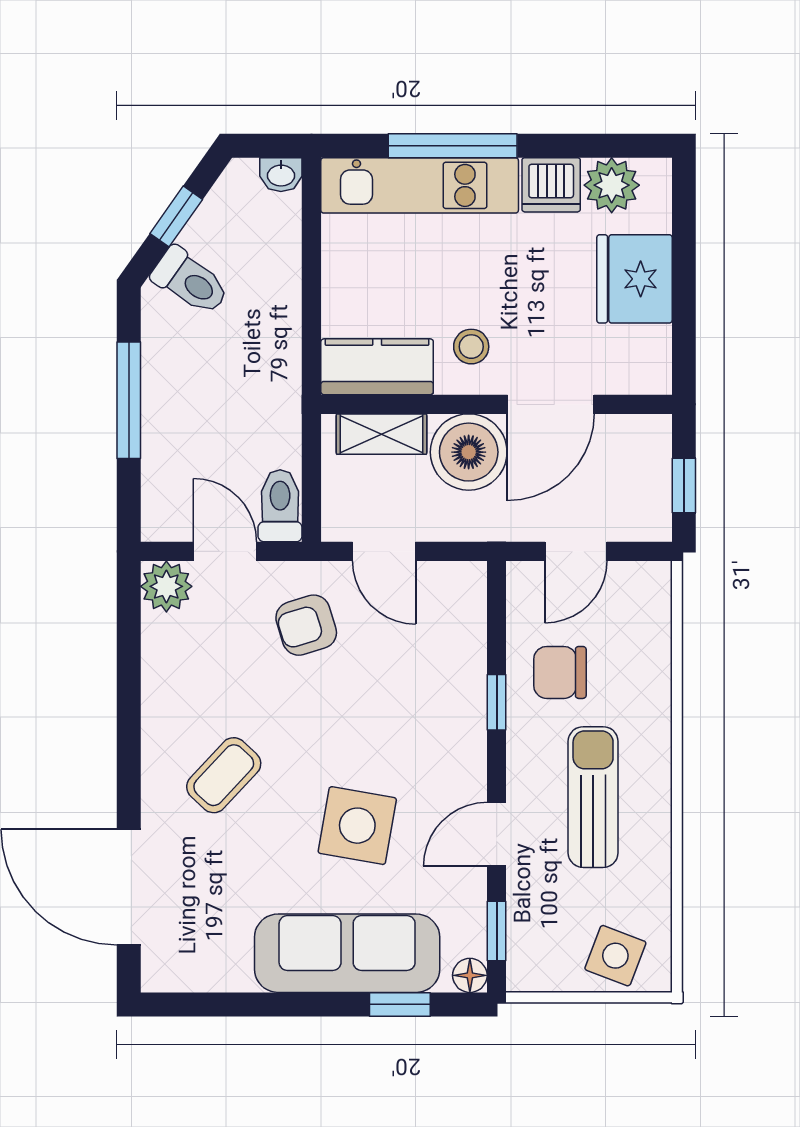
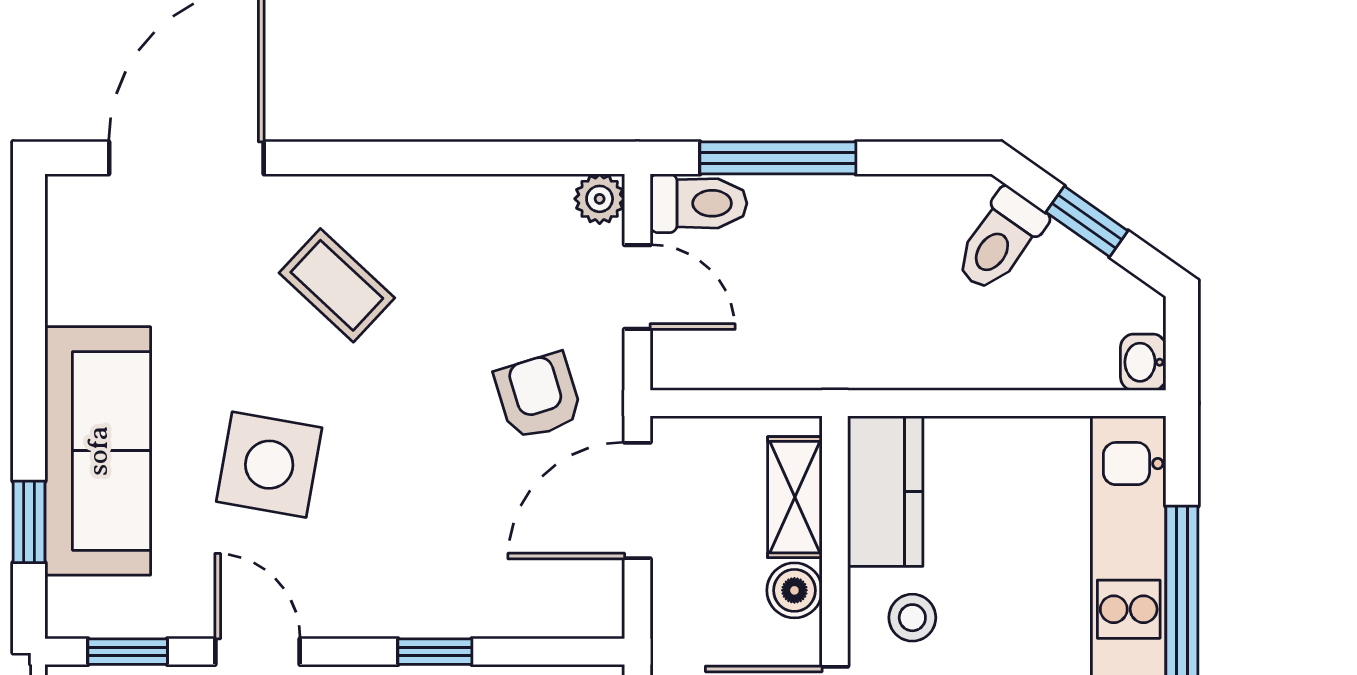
window: (129, 400) -> (778, 158), moved
boiler: (469, 452) -> (794, 590), width x0.54, depth x0.54
toilet: (280, 506) -> (699, 203), moved
door: (225, 551) -> (637, 287), hinge flipped
door: (384, 551) -> (637, 501), width x1.38
plant: (166, 586) -> (600, 199), width x0.73, depth x0.73
floor lamp: (470, 975) -> (68, 616), removed

